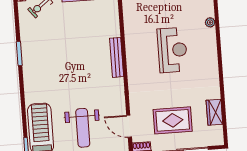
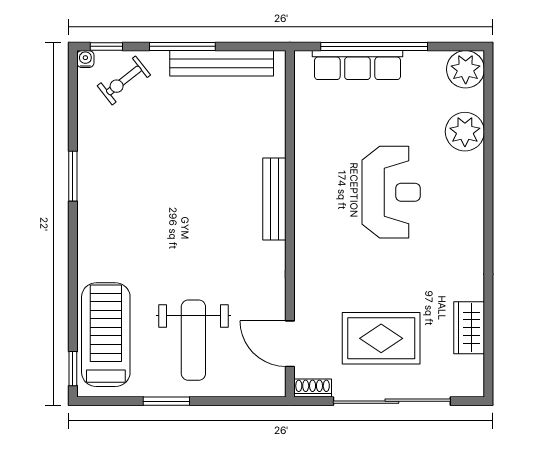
plant: (210, 22) -> (465, 132), width x1.87, depth x1.87

